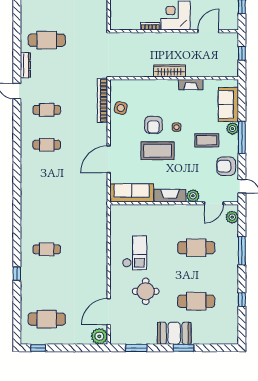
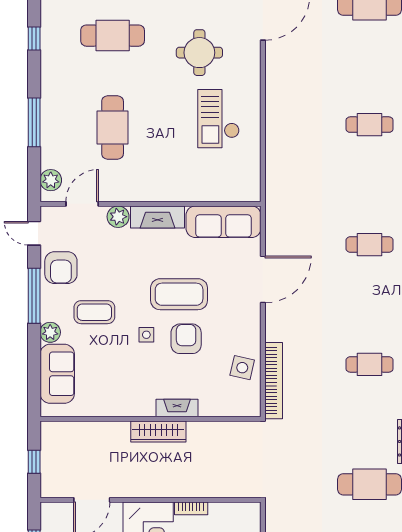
fireplace: (191, 85) -> (177, 408), moved
window: (242, 137) -> (34, 296), moved
cafe table: (47, 145) -> (370, 245), moved
armchair: (226, 166) -> (61, 268), turned 90
cafe table: (196, 248) -> (113, 128), turned 90

